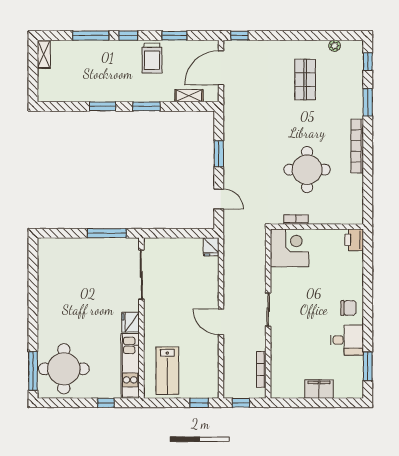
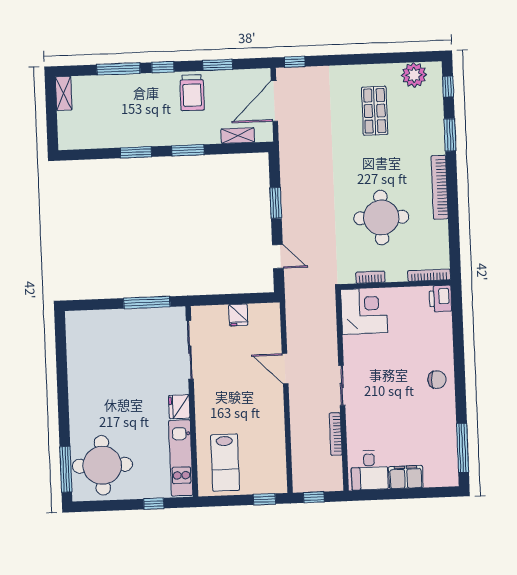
plant: (335, 46) -> (414, 75), width x1.87, depth x1.87
bookcase: (345, 220) -> (429, 275), added
fridge: (211, 247) -> (238, 315), moved
door: (221, 322) -> (285, 369), moved
desk: (347, 340) -> (369, 470), moved, turned 90
window: (368, 366) -> (463, 448), width x1.44
bookcase: (261, 370) -> (336, 434), moved

